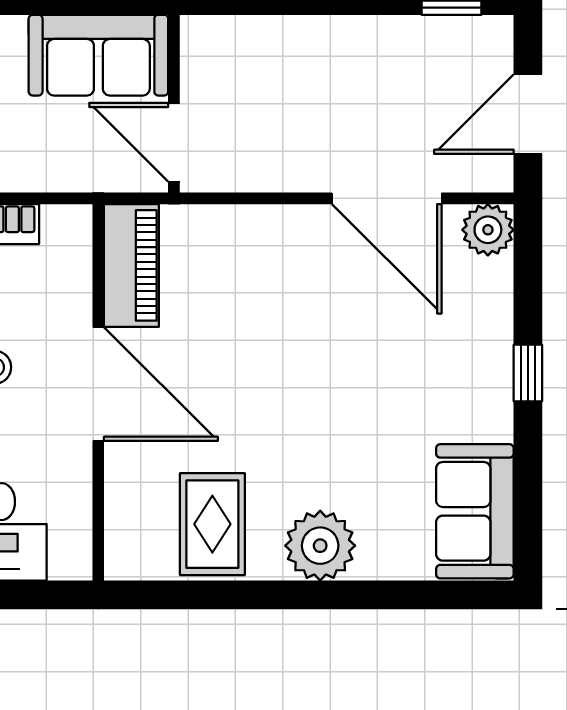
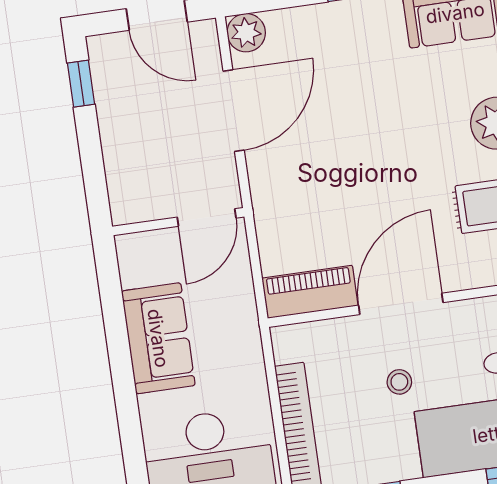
wall: (174, 104) -> (178, 222), moved
door: (174, 142) -> (207, 218), moved

